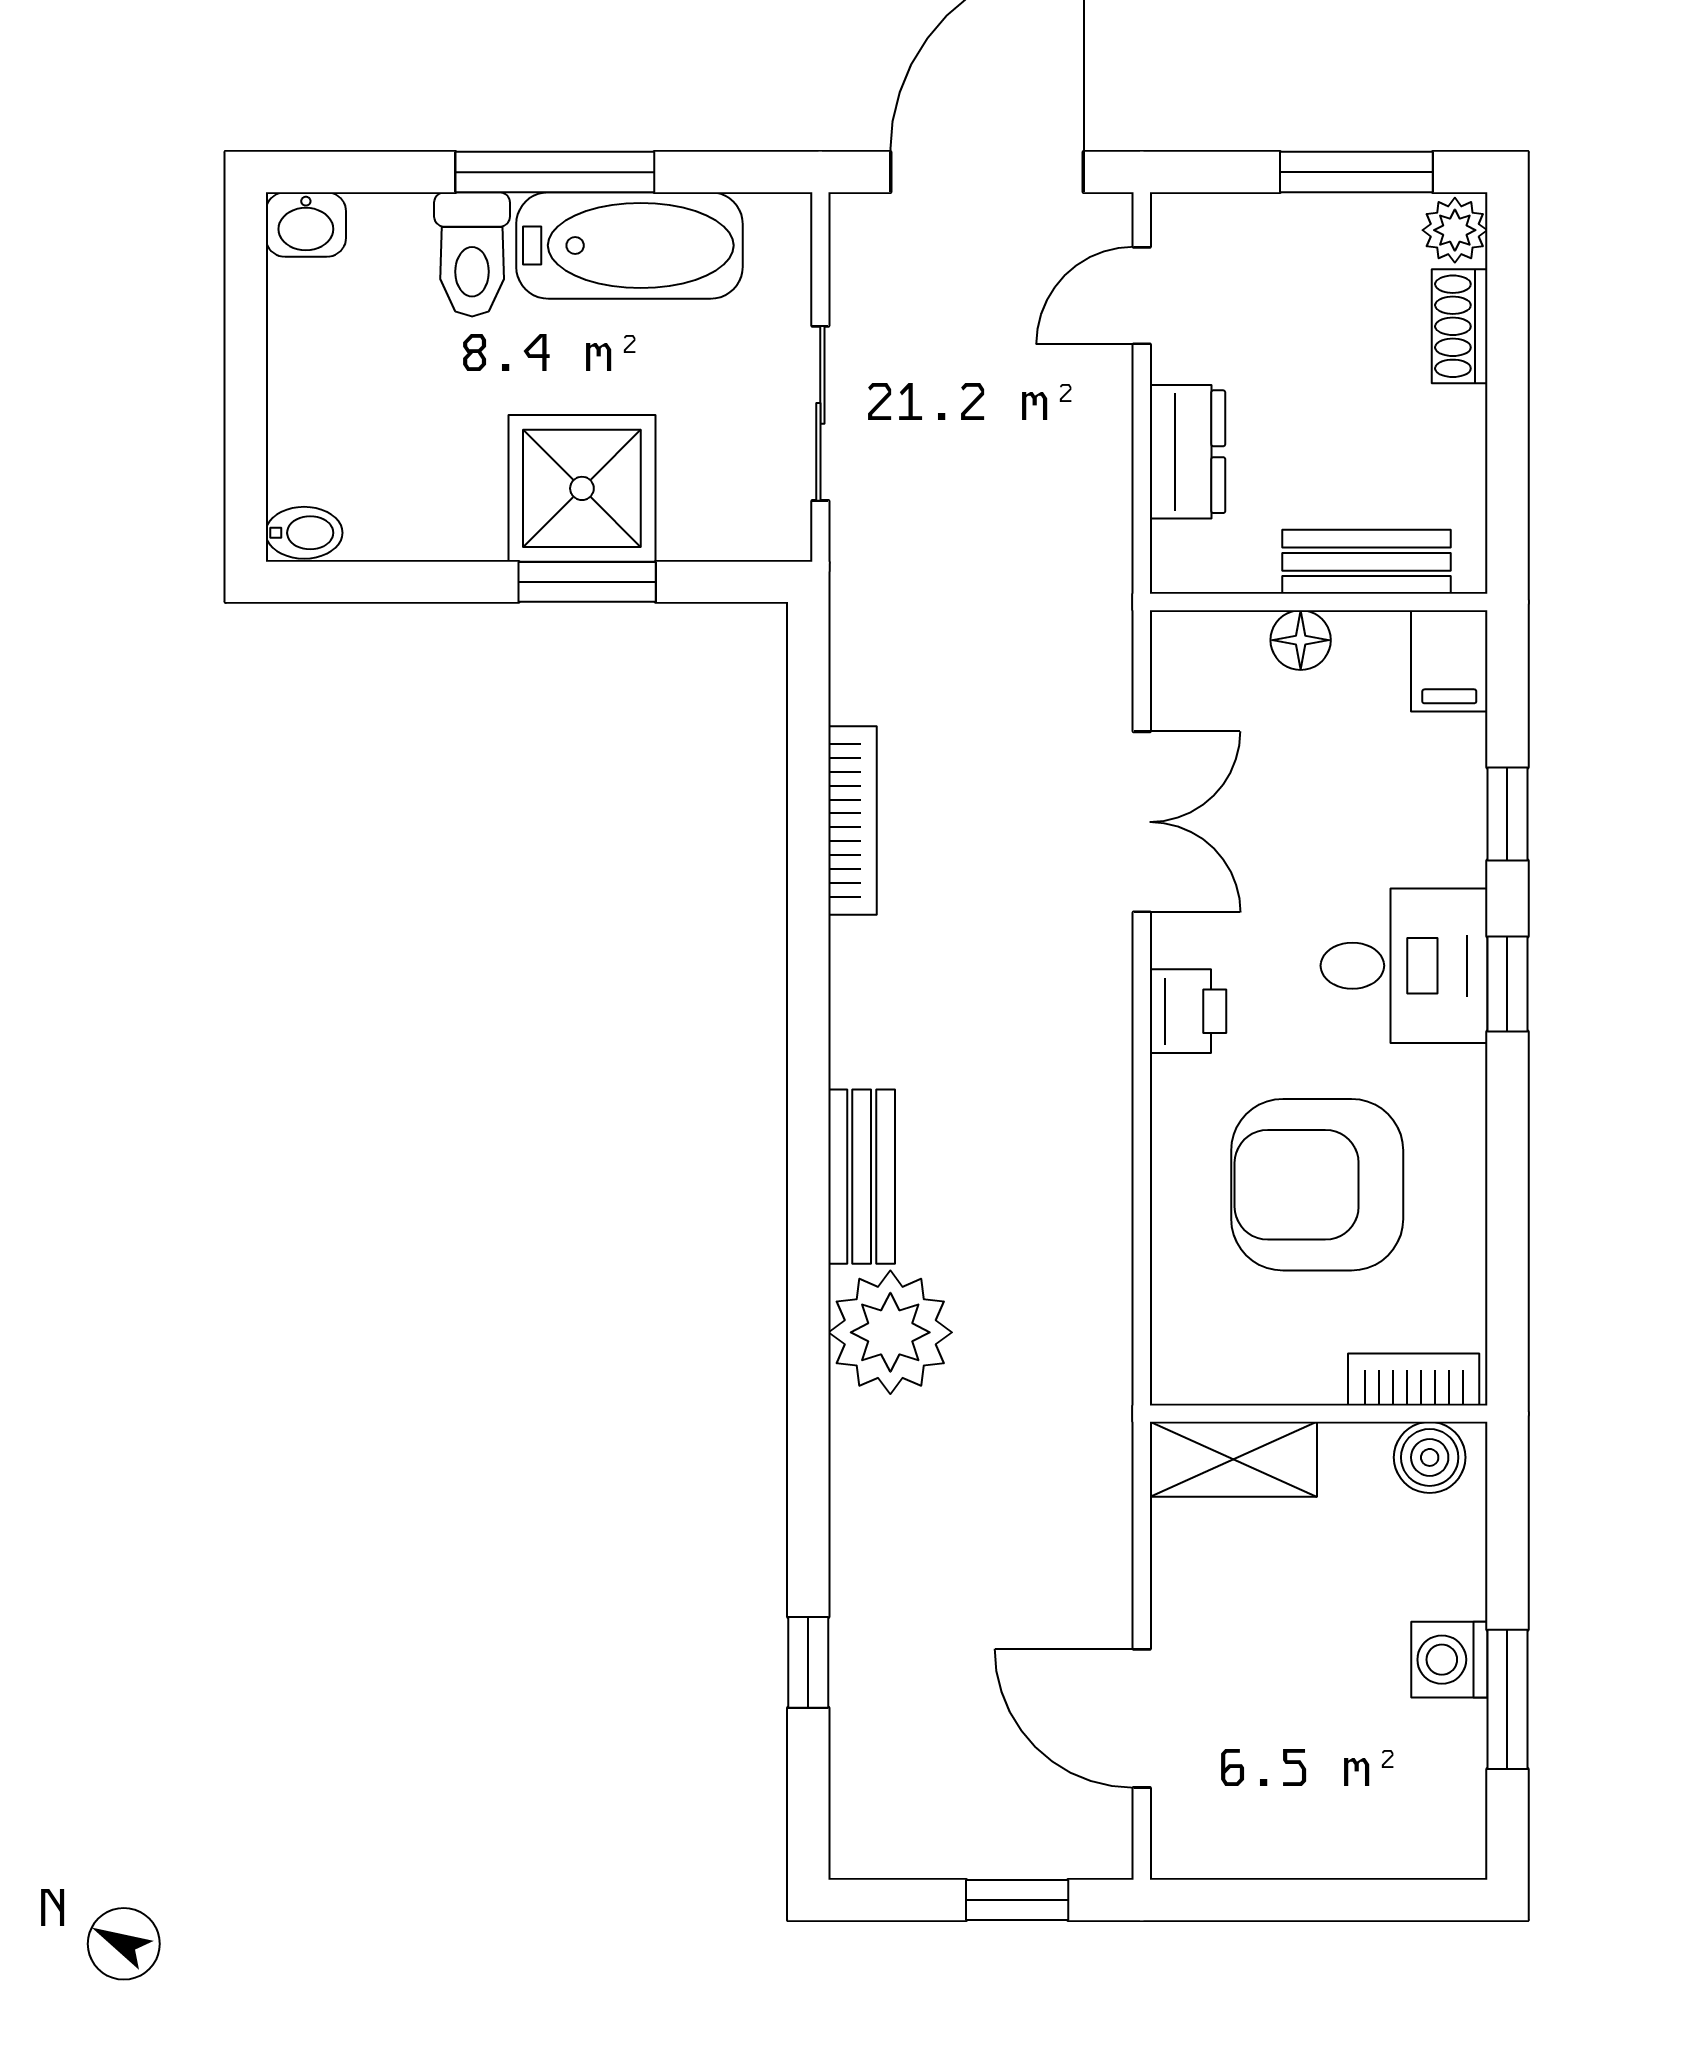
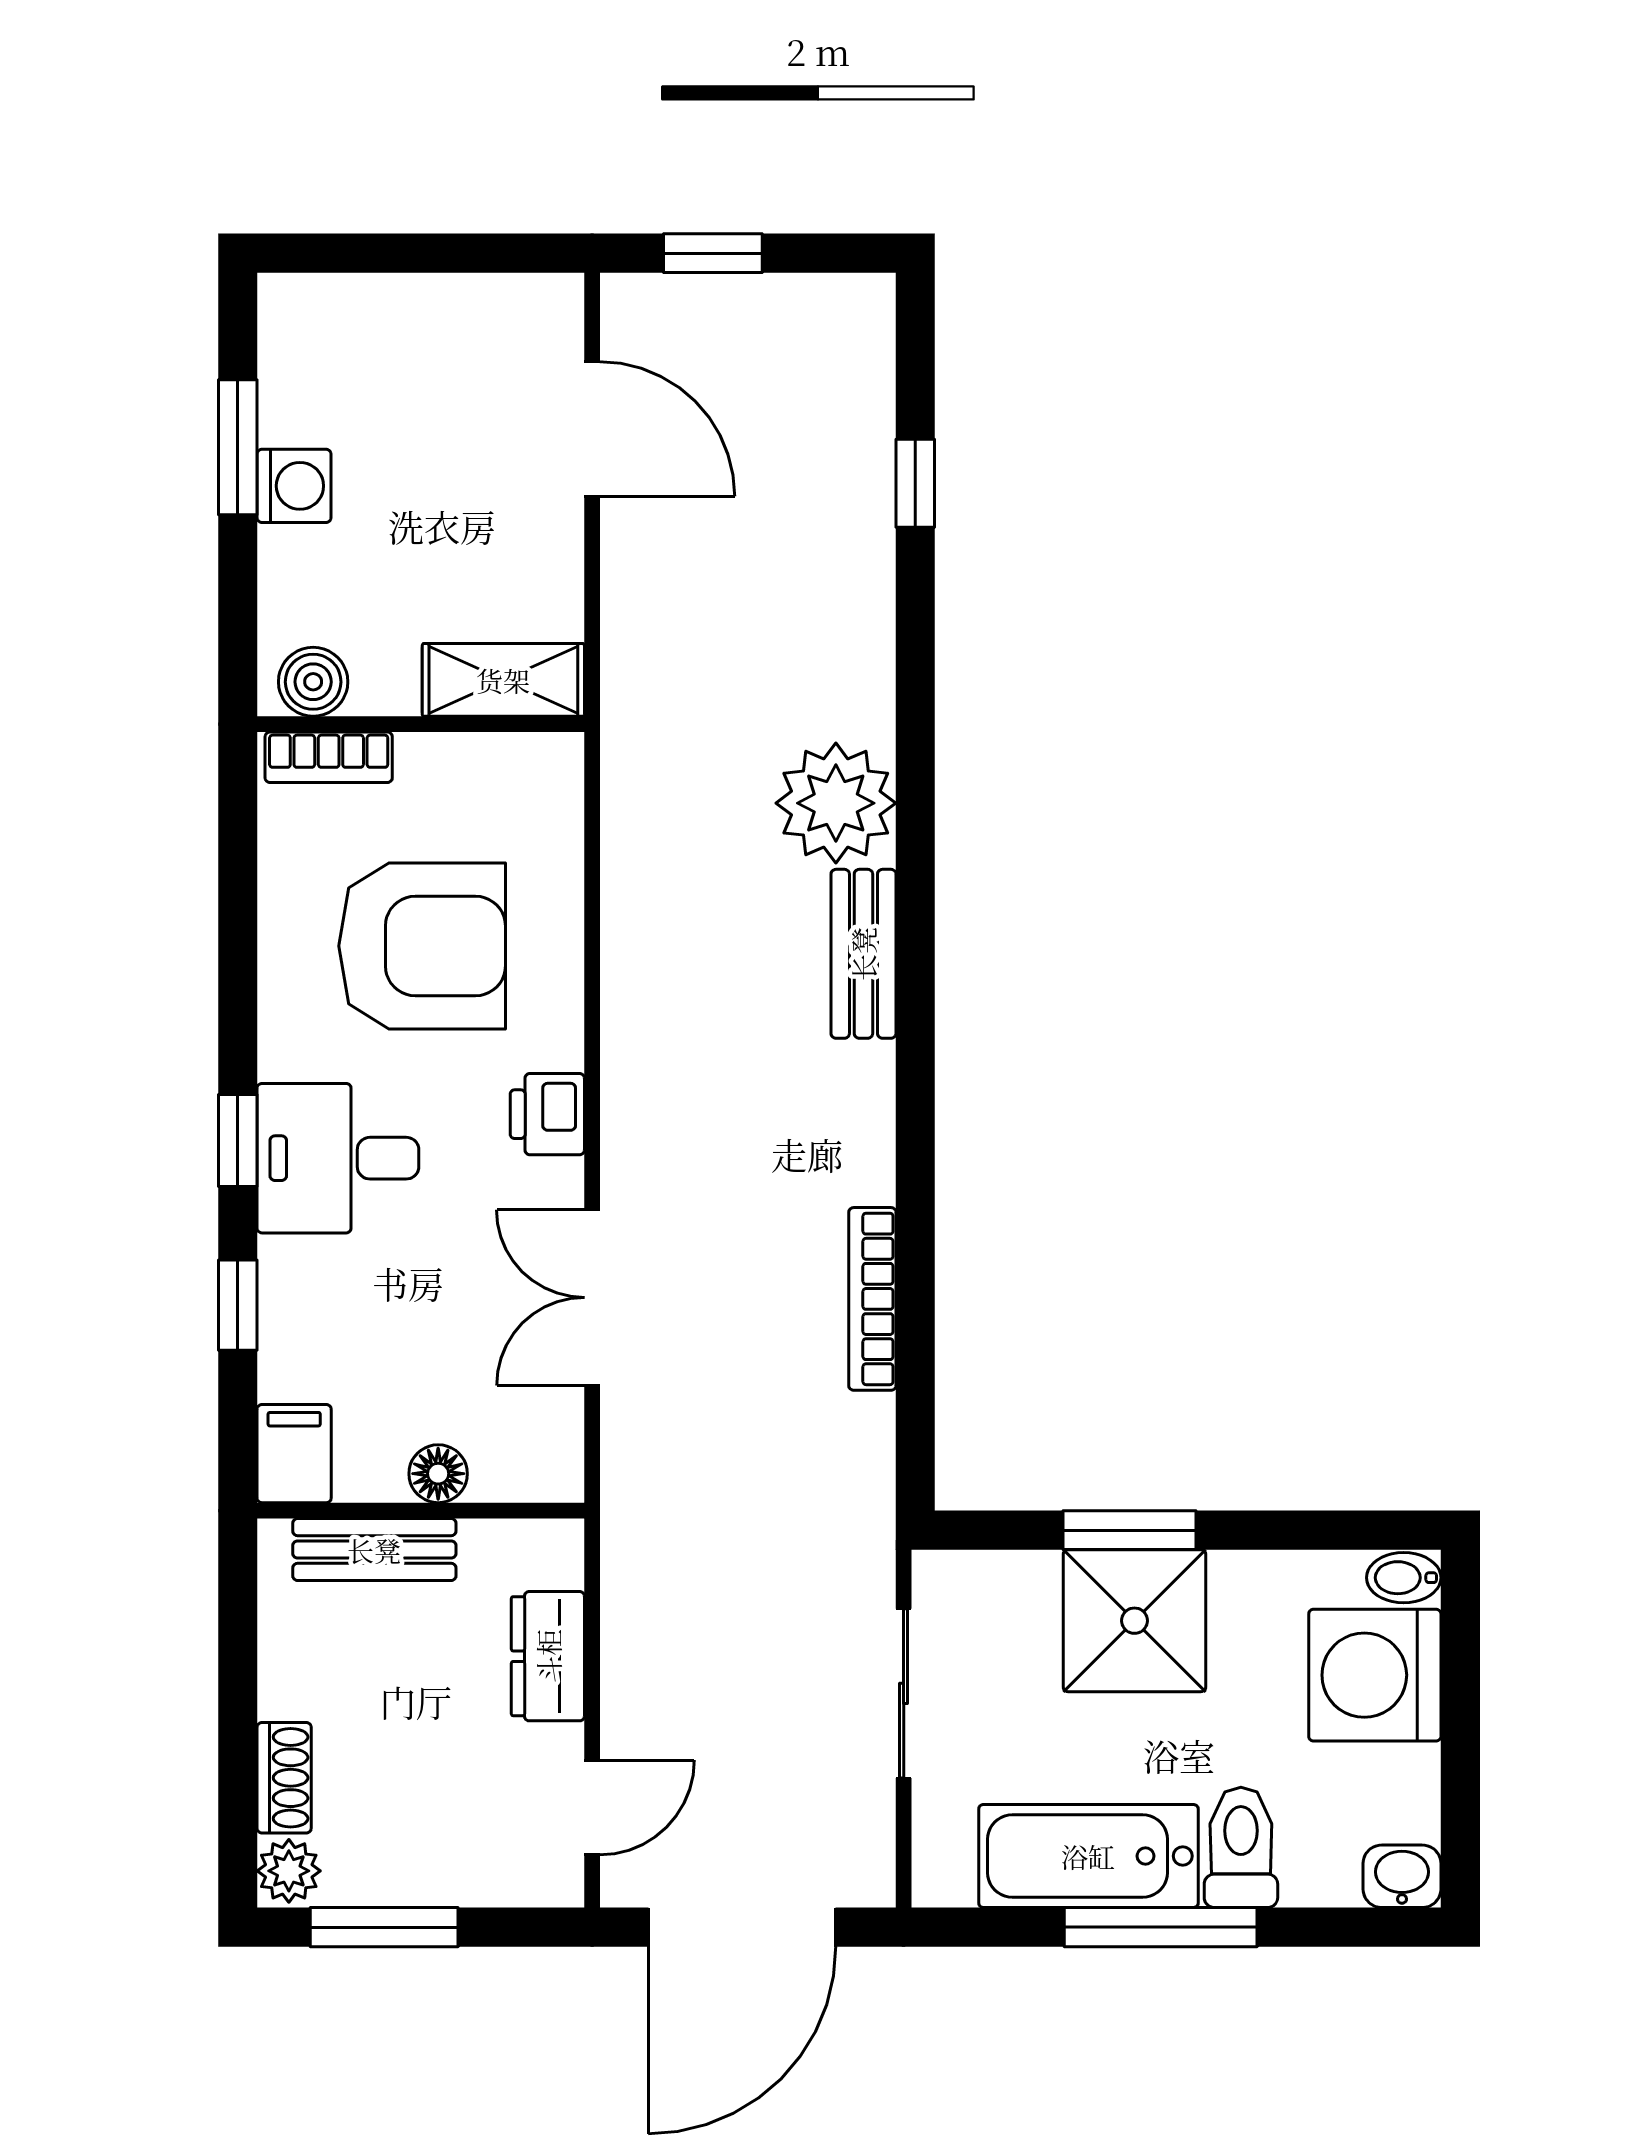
washing machine: (334, 432) -> (1375, 1675), added

